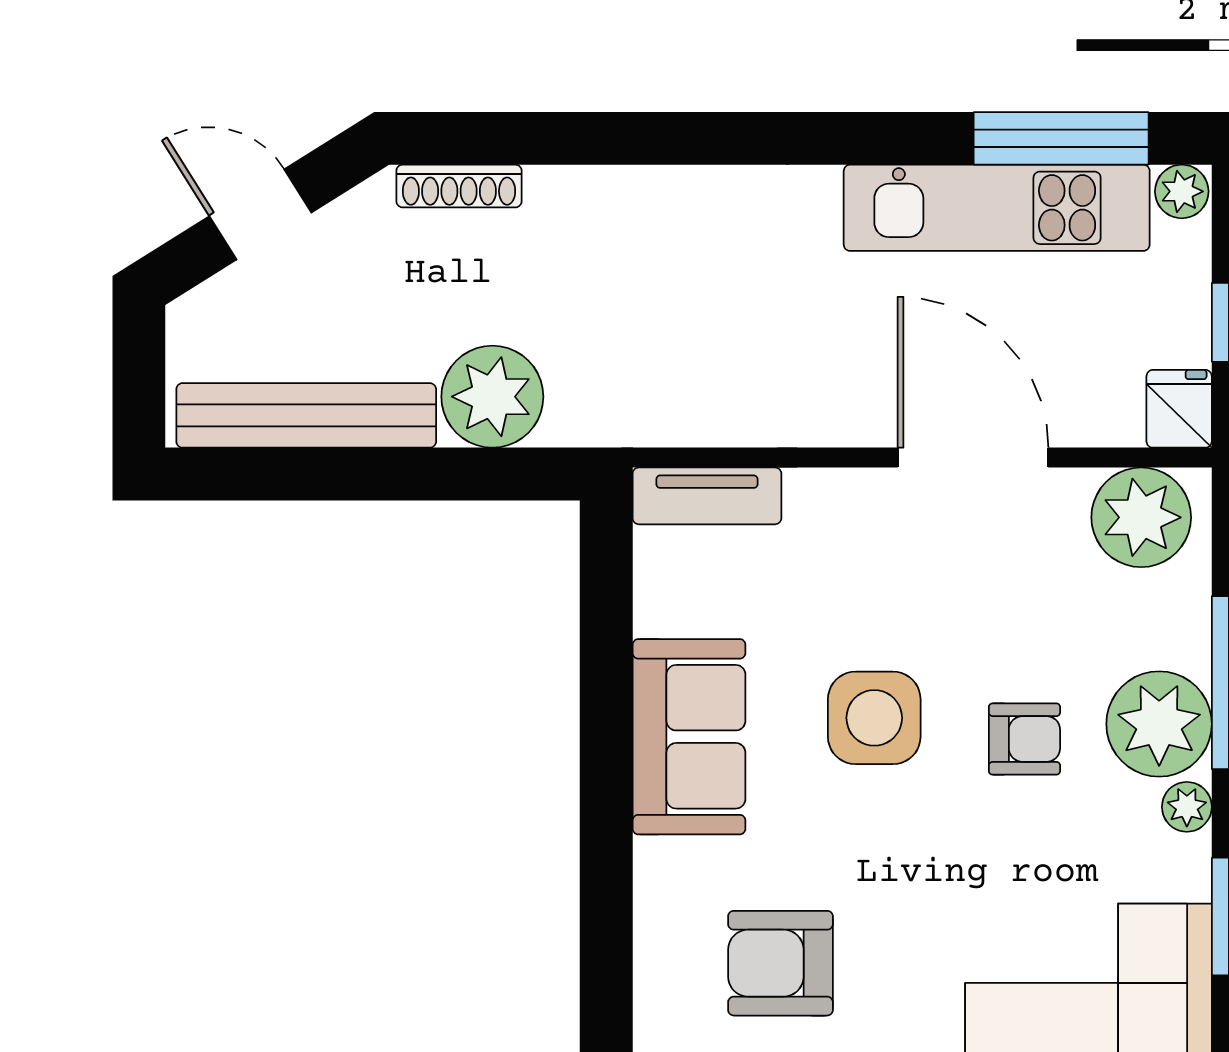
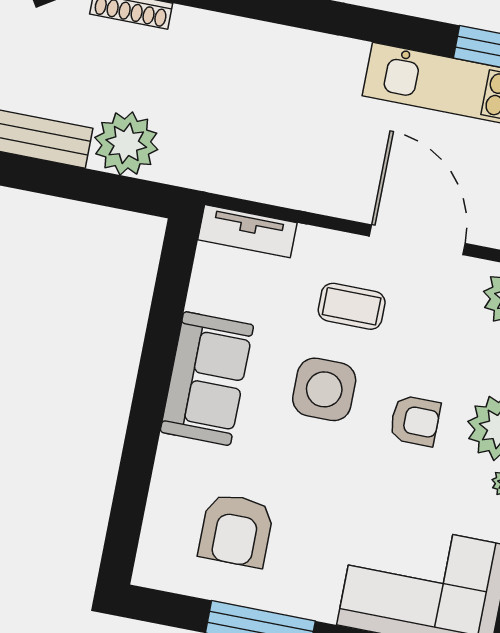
coffee table: (891, 581) -> (352, 306), added
armchair: (780, 963) -> (236, 530), turned -90

